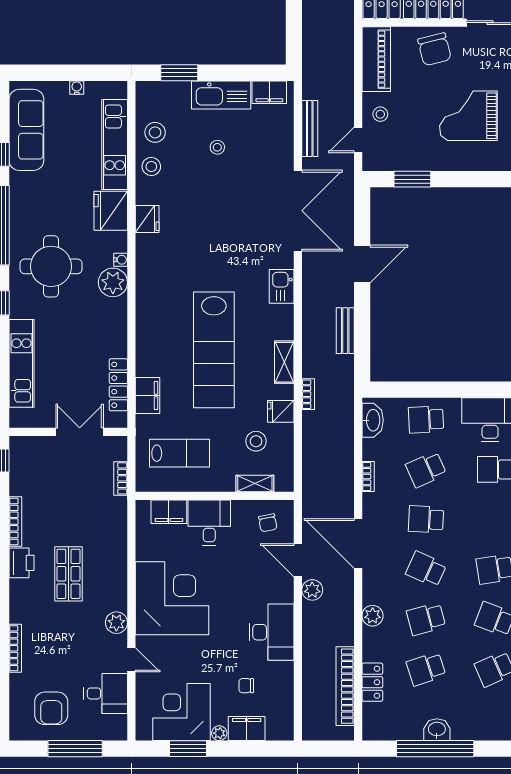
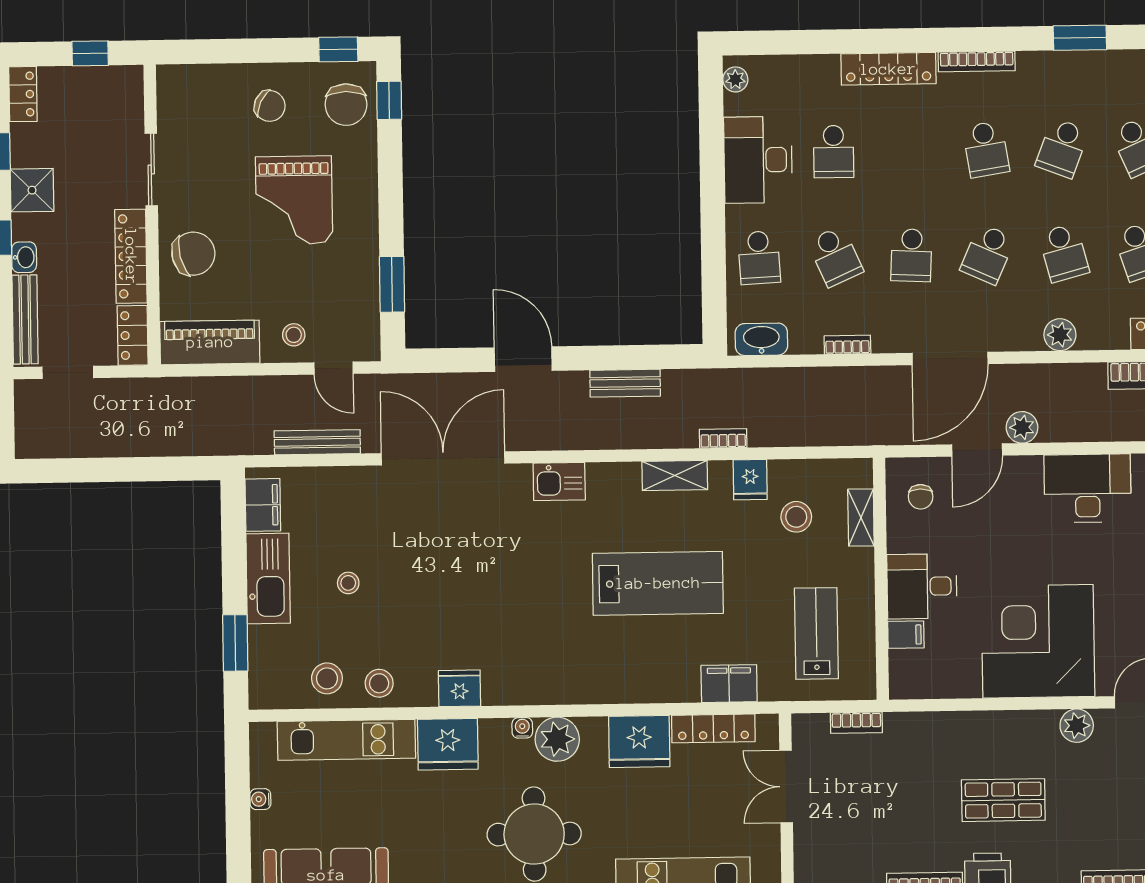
fridge: (111, 336) -> (639, 741), added
lab bench: (214, 350) -> (658, 583), width x0.73
filing cabinet: (169, 512) -> (906, 635), width x0.50
chair: (268, 523) -> (921, 497), turned 101

